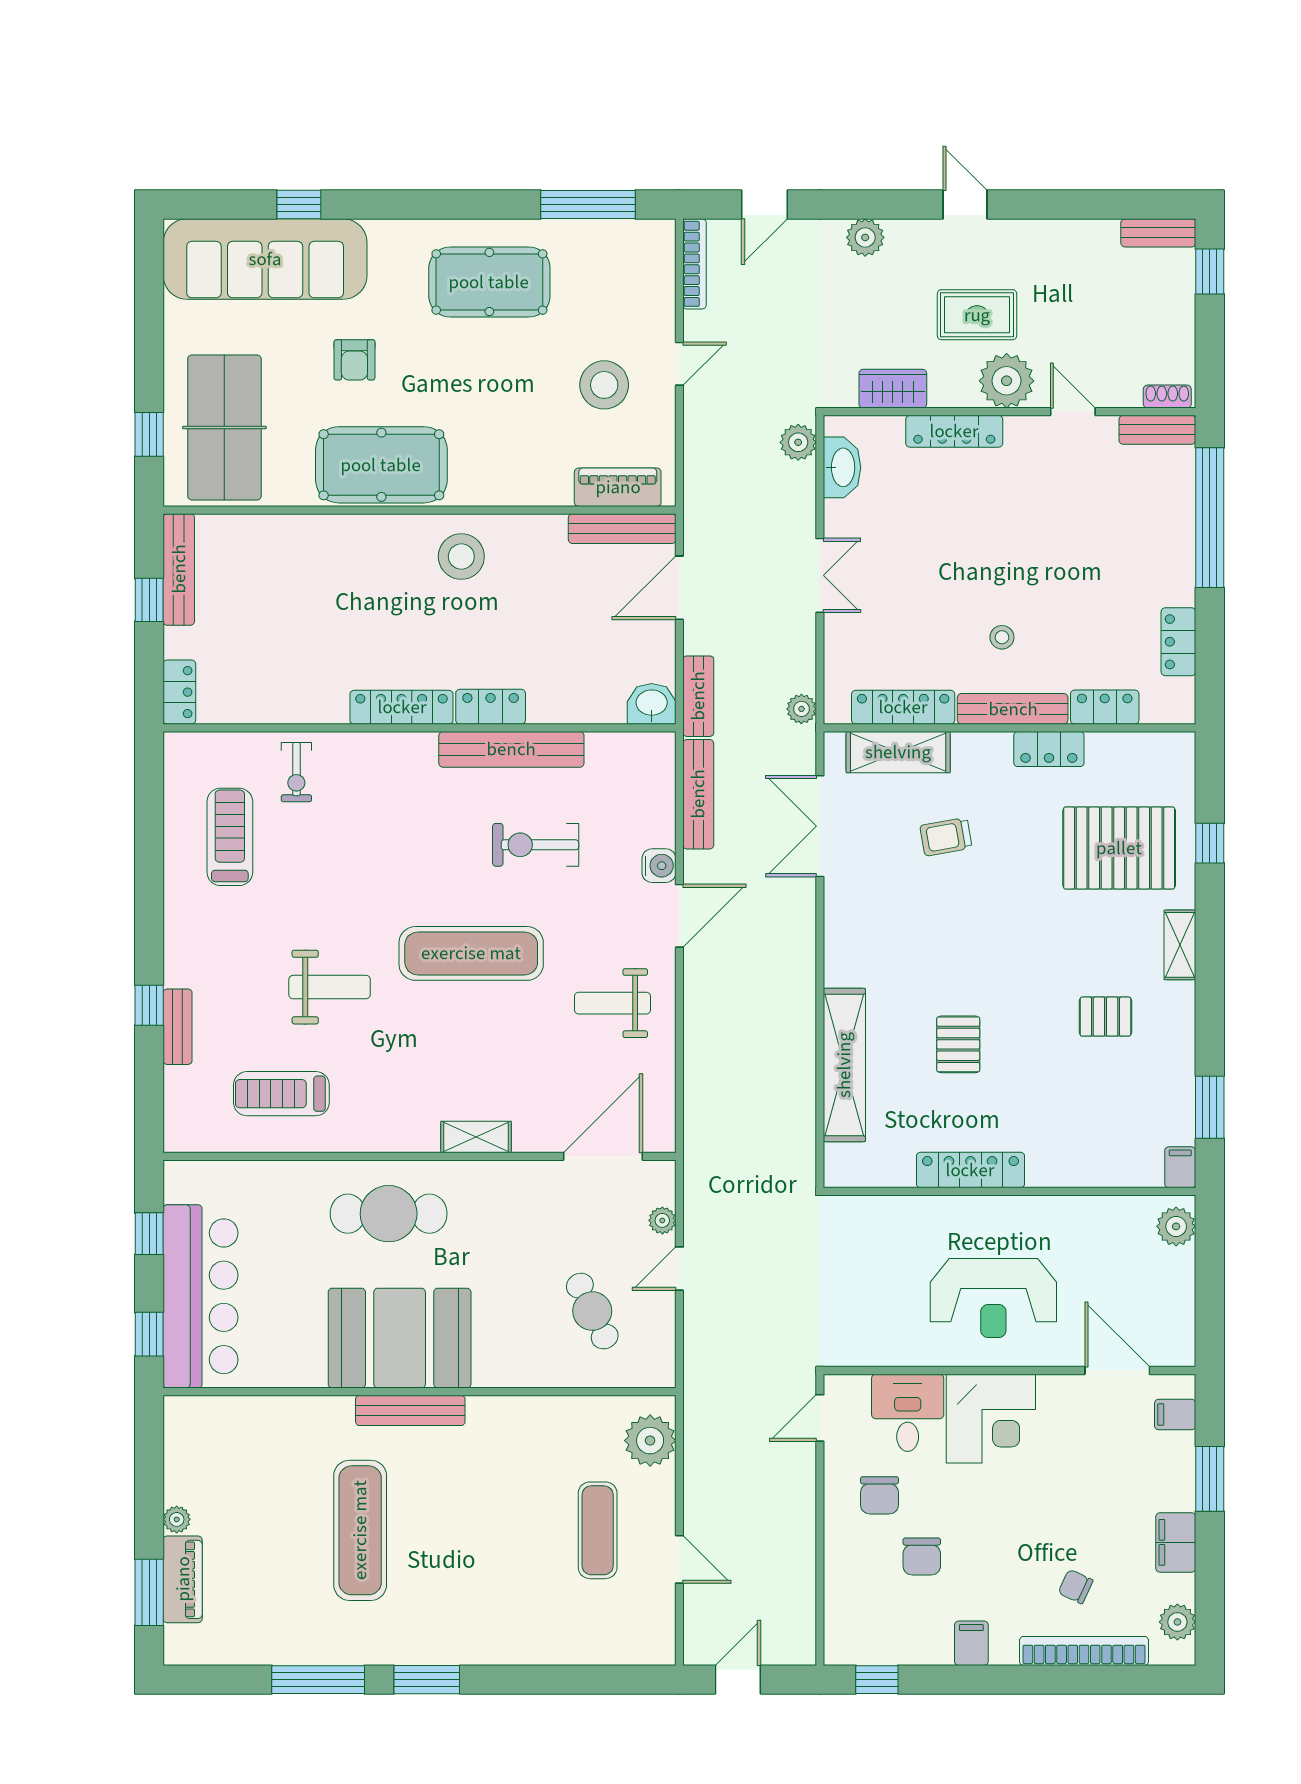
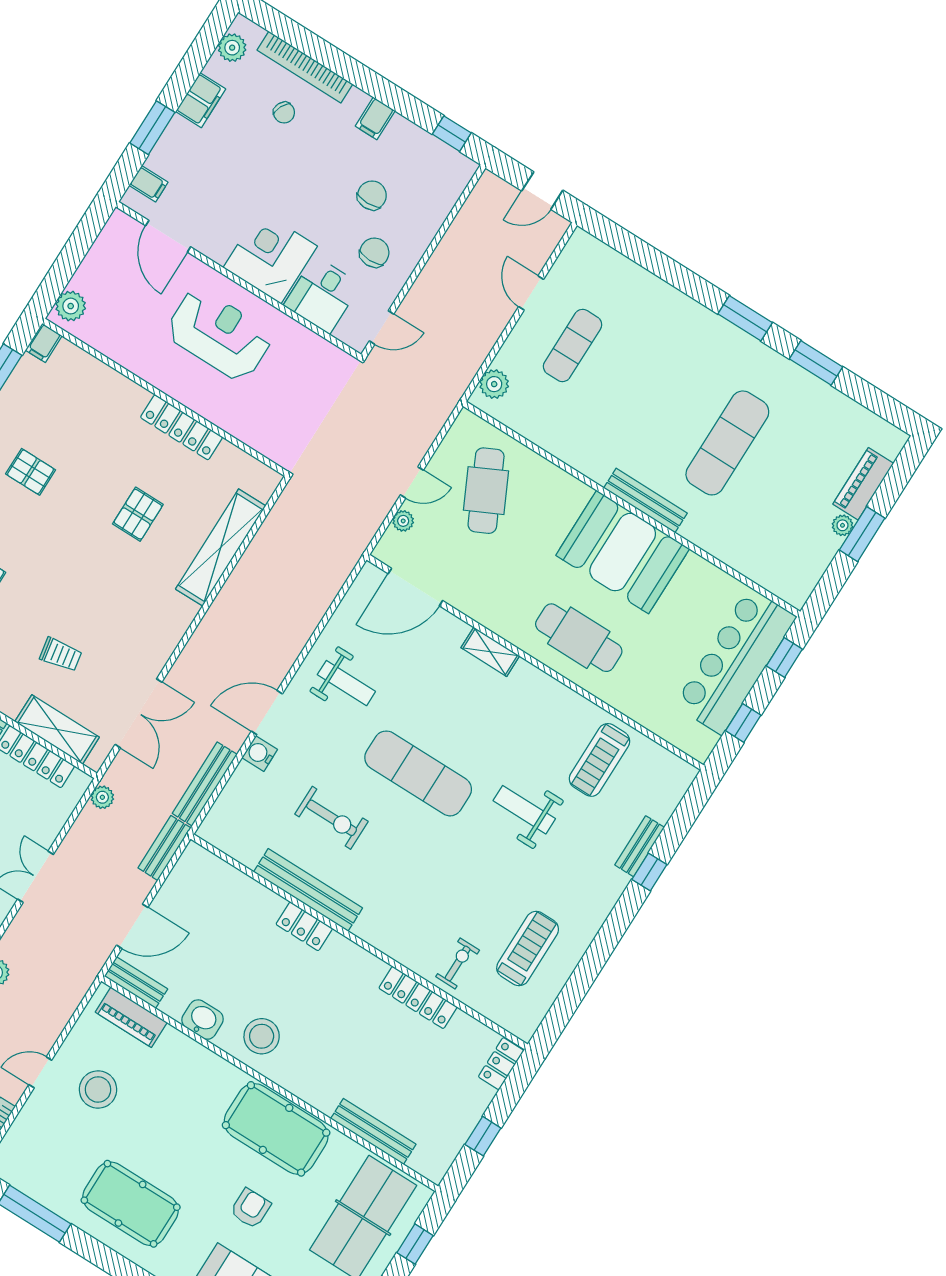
bench: (622, 529) -> (136, 983), width x0.73
bench: (179, 569) -> (373, 1131), moved, turned 90
washbasin: (652, 704) -> (203, 1020), moved, turned 180
locker: (402, 707) -> (418, 997), moved
treadmill: (230, 837) -> (528, 949), turned 180
treadmill: (281, 1094) -> (599, 760), turned 90
cafe table: (592, 1311) -> (486, 491), width x1.37, depth x1.35
plant: (650, 1441) -> (494, 384), width x0.73, depth x0.73
window: (149, 1592) -> (862, 534), moved
window: (318, 1680) -> (816, 363), width x0.69

